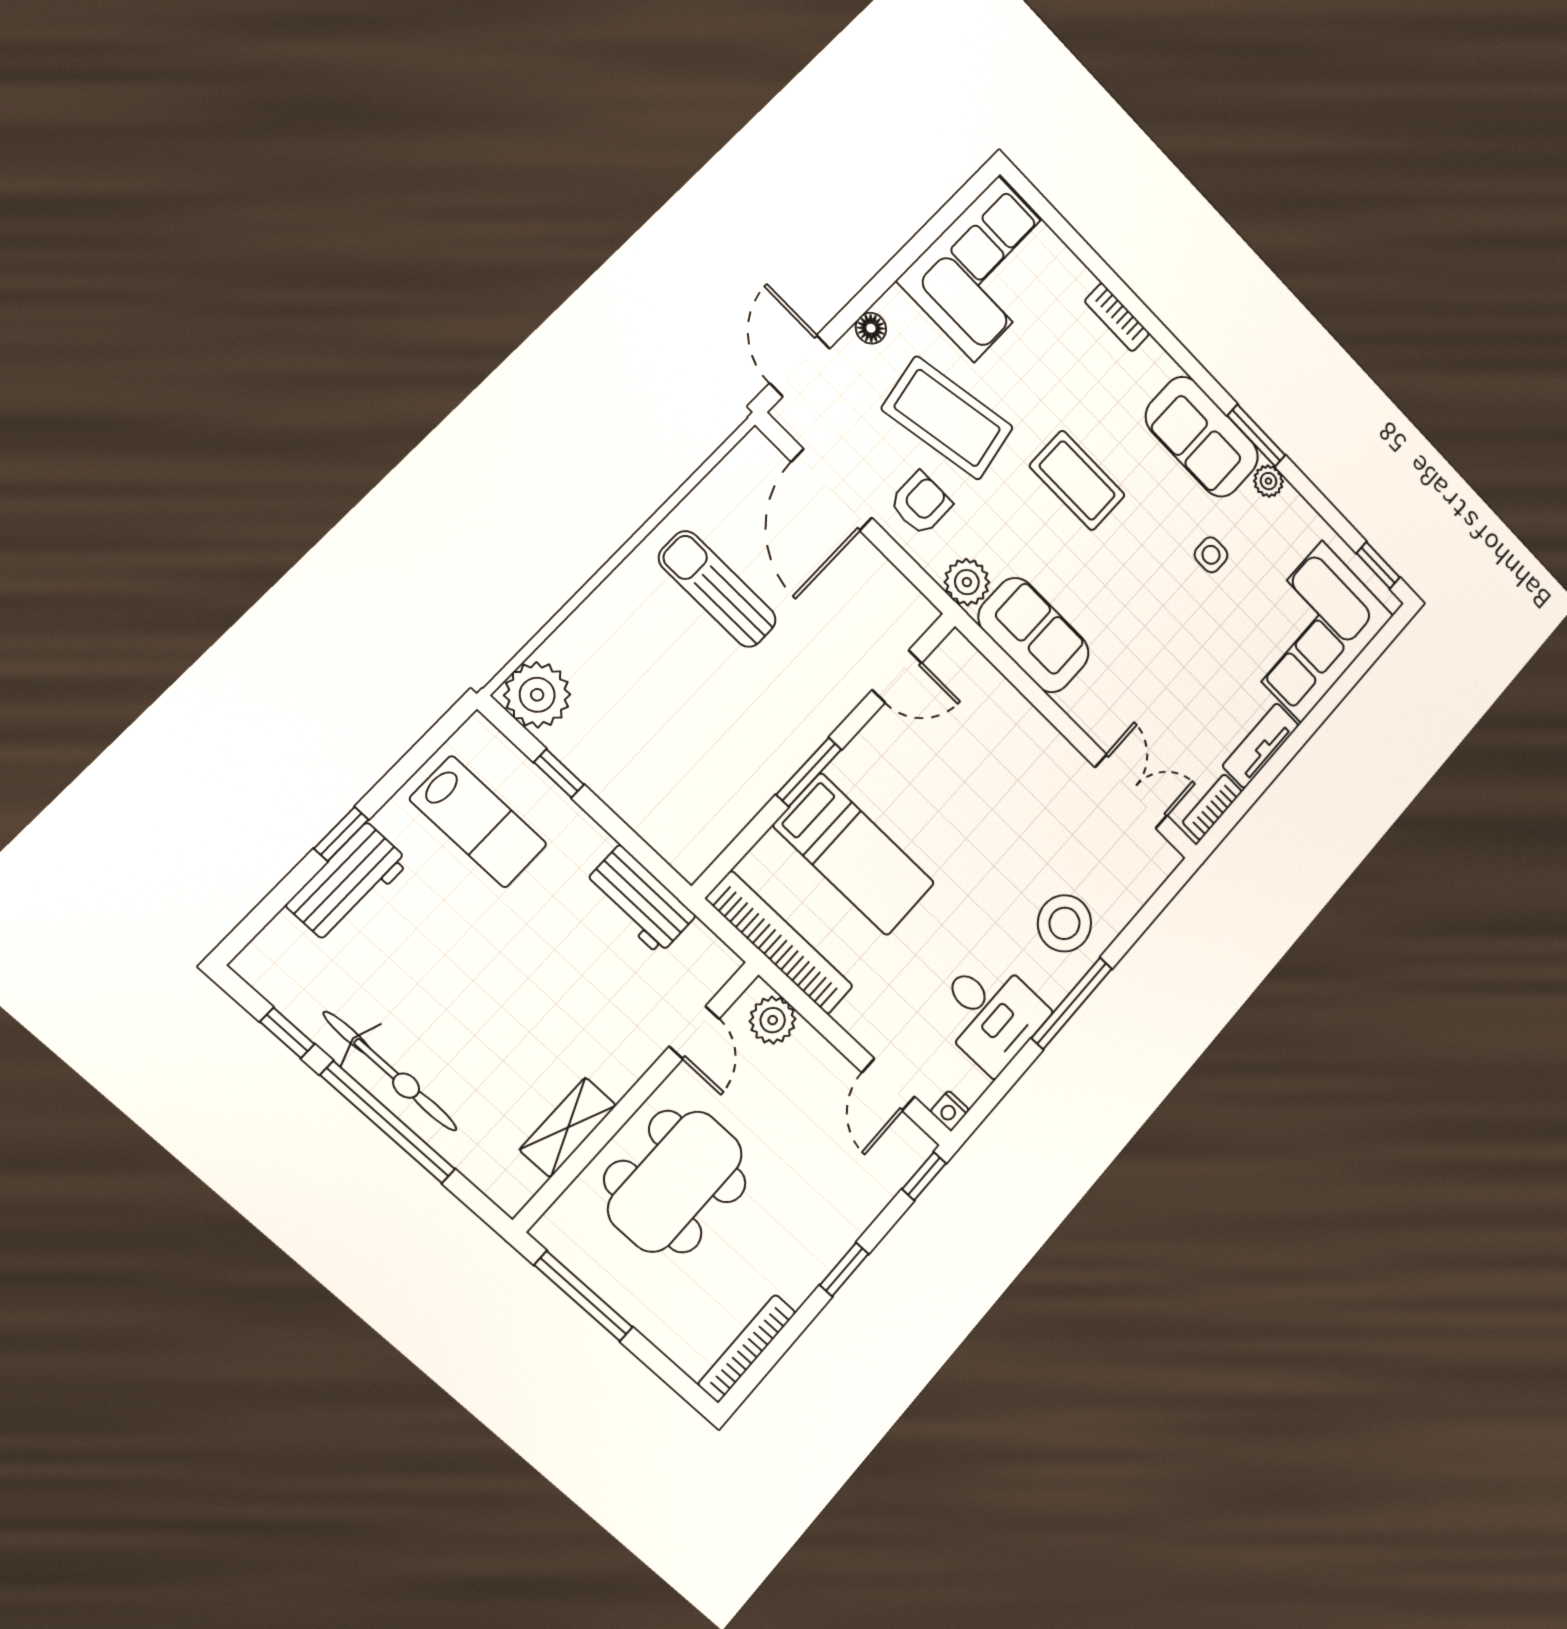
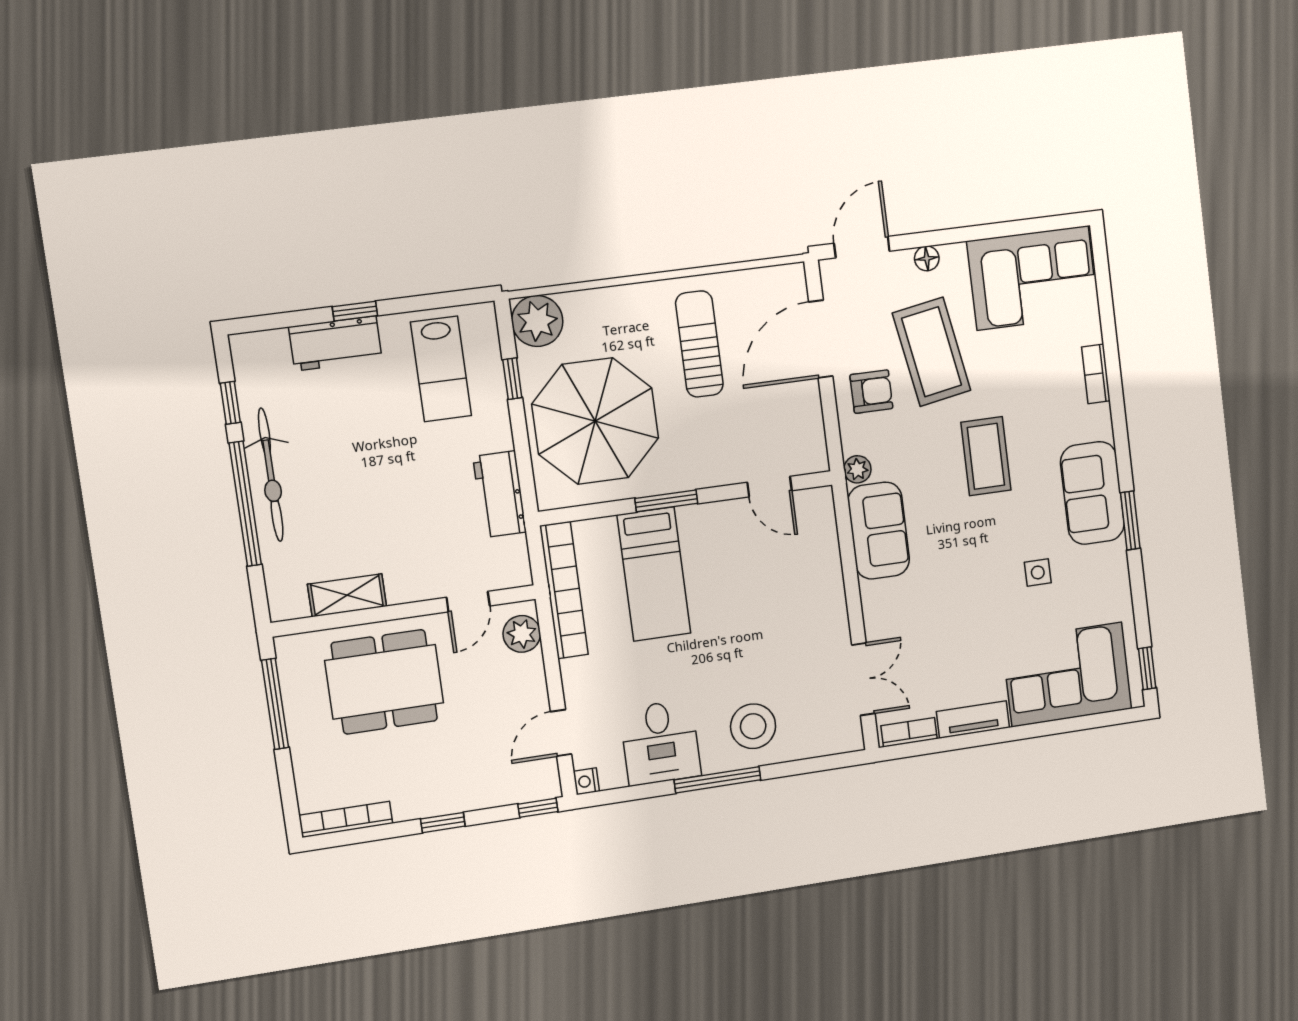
plant: (1268, 481) -> (1115, 556), removed
plant: (967, 582) -> (857, 469), width x0.73, depth x0.73
parasol: (676, 749) -> (595, 421), added

